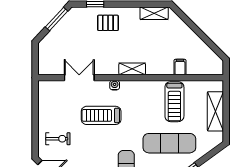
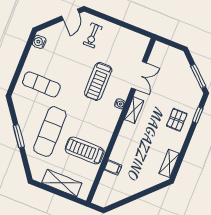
shelving: (132, 69) -> (134, 110), moved
treadmill: (101, 115) -> (98, 81), turned 180

